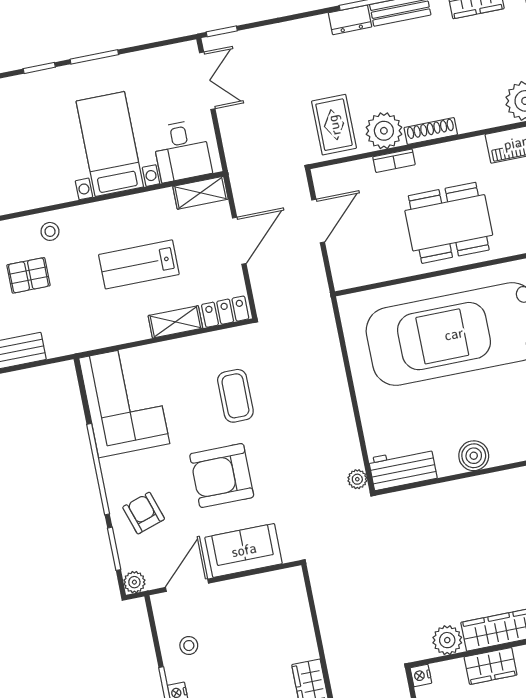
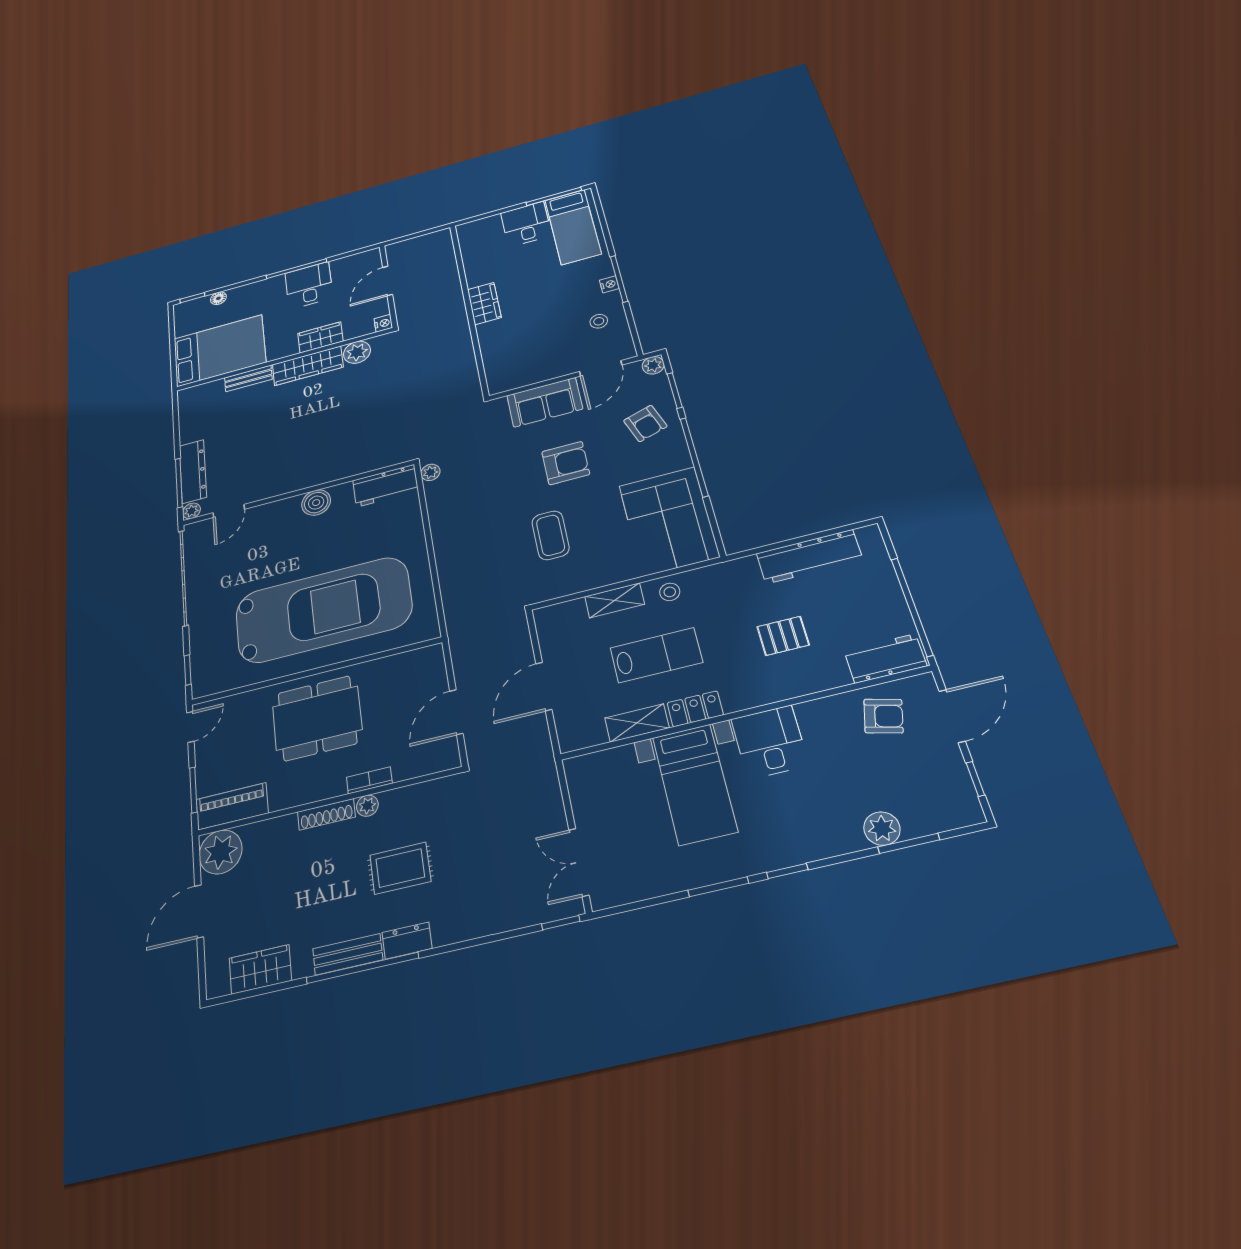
rug: (334, 125) -> (400, 868), moved, turned 90
plant: (384, 131) -> (367, 806), width x0.53, depth x0.53
desk: (182, 151) -> (770, 742), moved
shelving: (200, 193) -> (637, 723), moved
stool: (50, 231) -> (670, 592), moved
locker: (225, 312) -> (695, 709), moved, turned 180
armchair: (222, 476) -> (566, 463), width x0.73, depth x0.73

